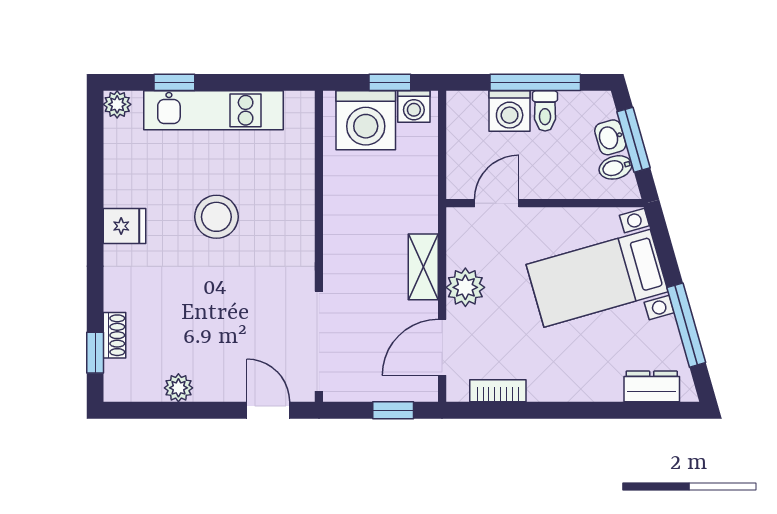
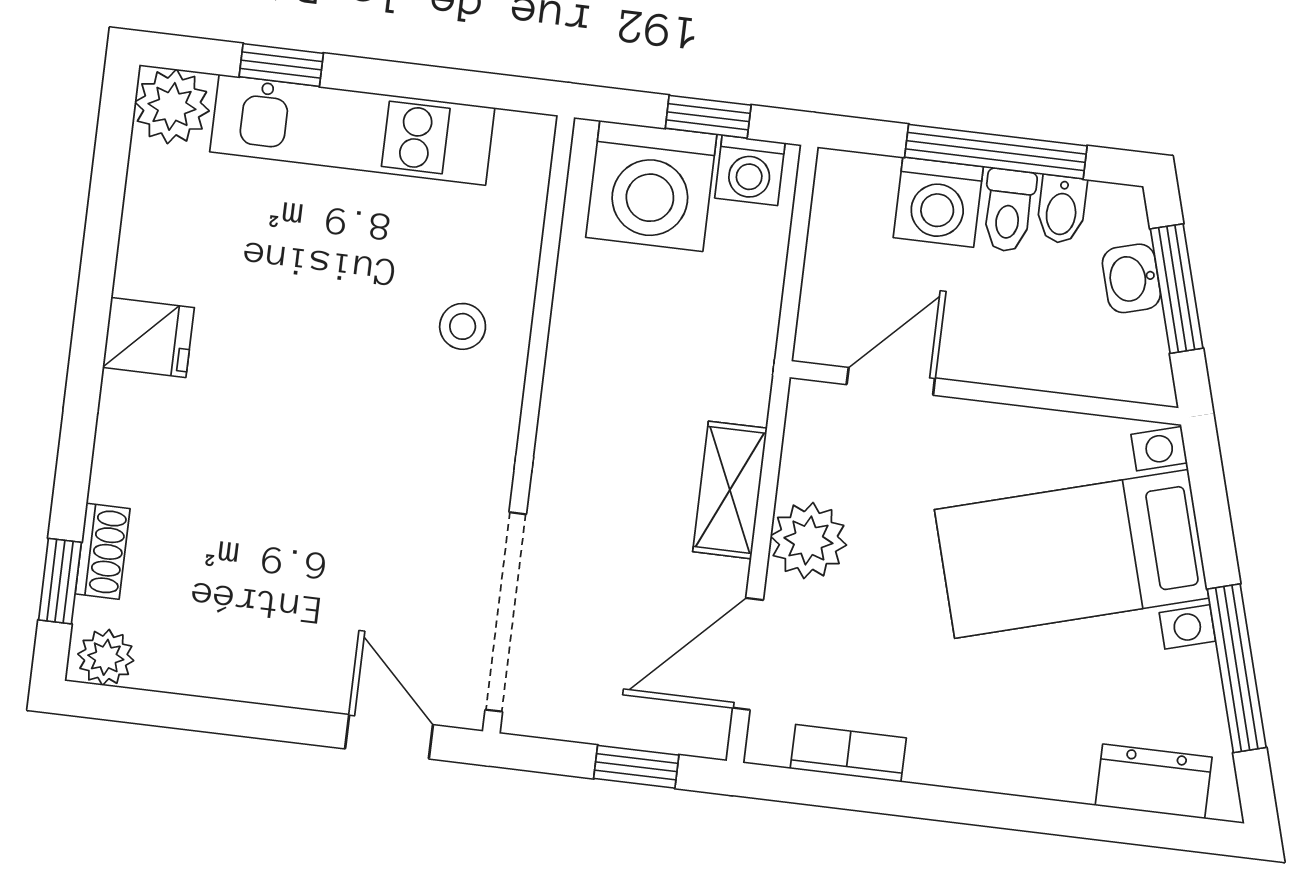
plant: (117, 104) -> (172, 106), width x1.38, depth x1.38
bidet: (615, 167) -> (1062, 209), moved, turned -74
stool: (216, 217) -> (463, 326), moved, width x0.53, depth x0.53
plant: (178, 388) -> (106, 657), moved

